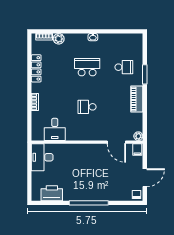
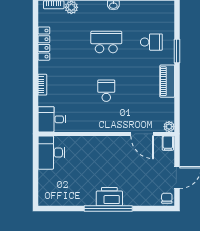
school desk: (87, 107) -> (106, 91), turned 90
desk: (55, 129) -> (52, 119), moved, turned 90
printer: (52, 193) -> (109, 197), moved

